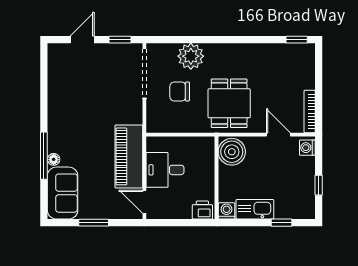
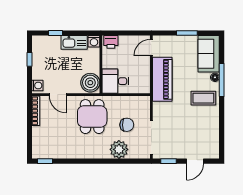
coffee table: (70, 130) -> (203, 98), added
desk: (165, 170) -> (115, 81), moved, turned 180
door: (144, 202) -> (151, 48), swing flipped

